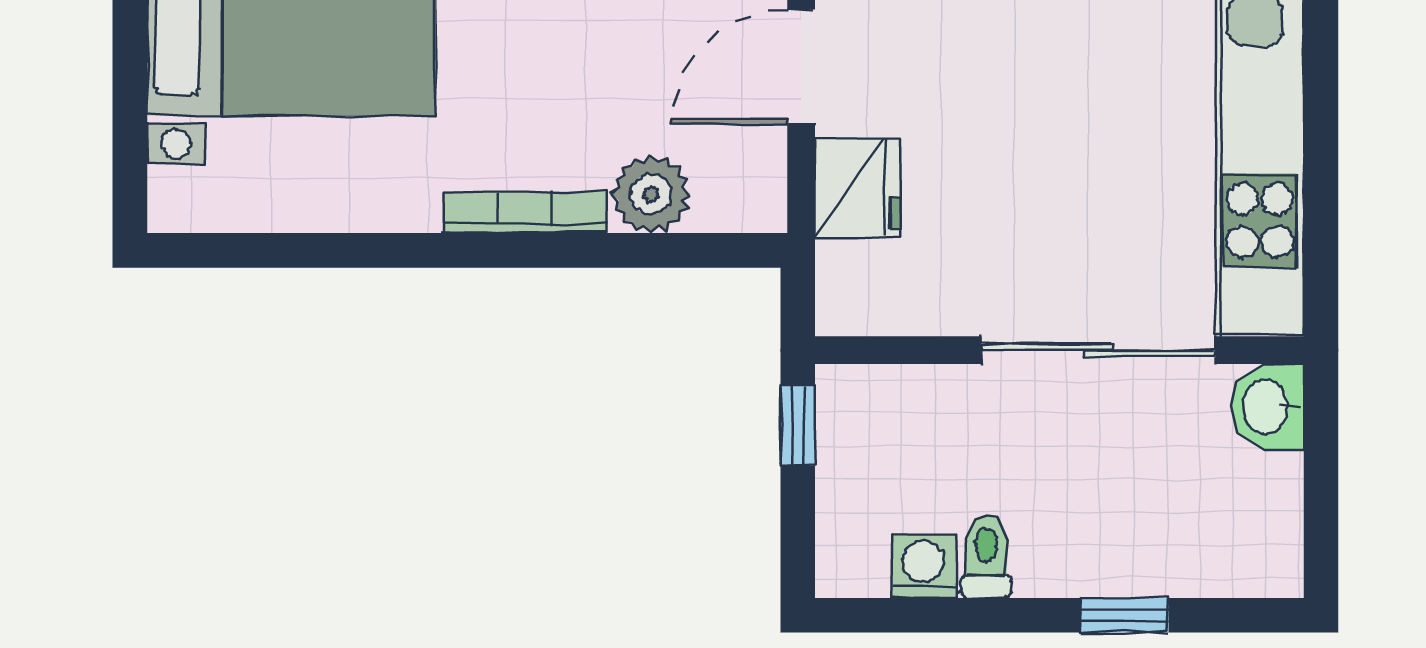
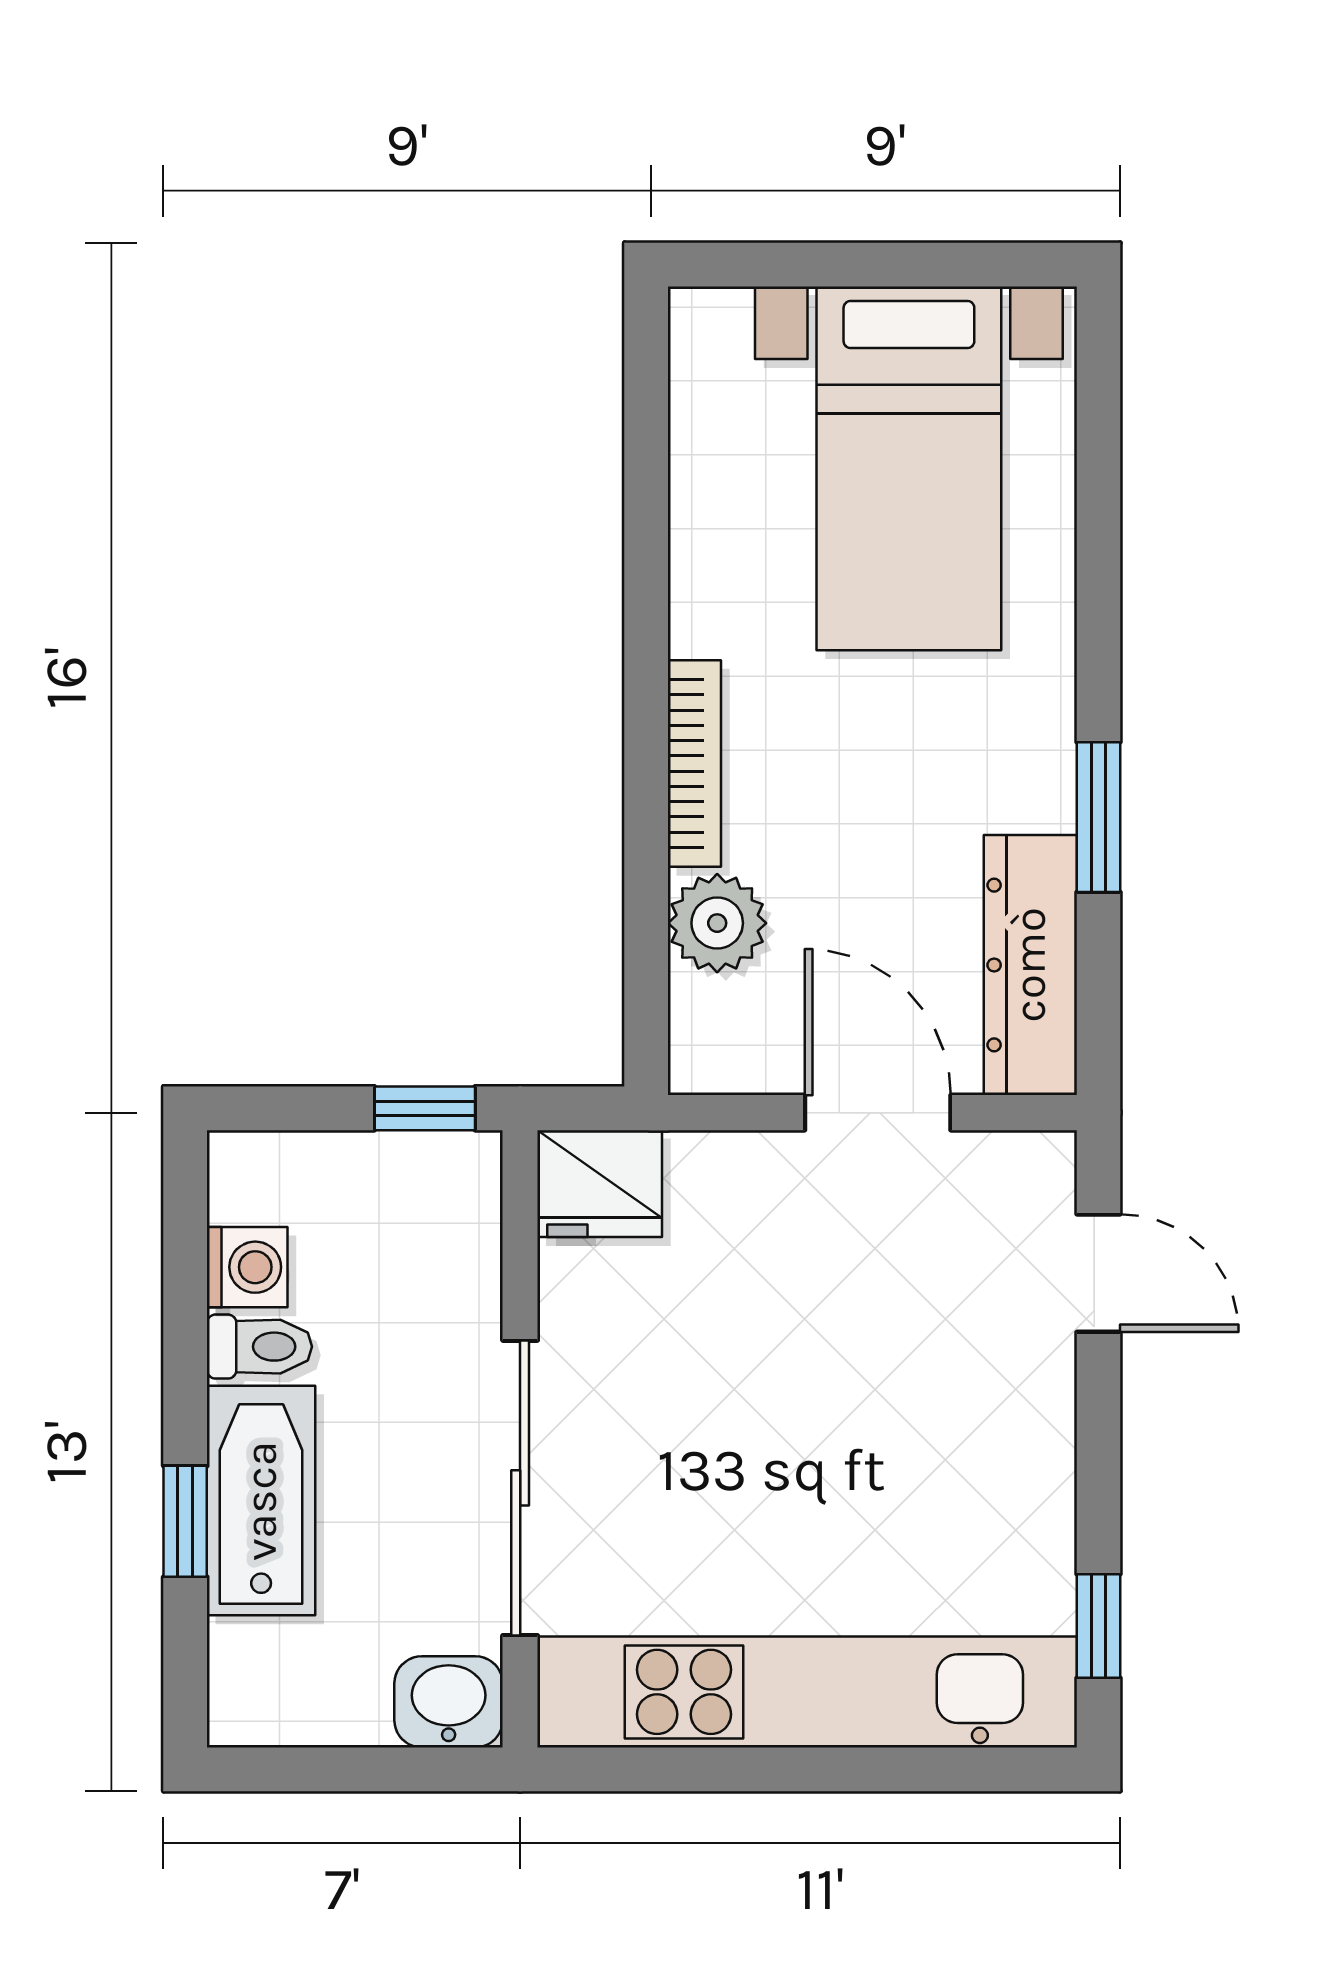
fridge: (857, 188) -> (600, 1184), moved
bathtub: (1108, 555) -> (261, 1501), added

